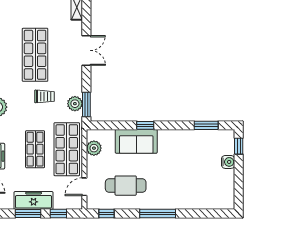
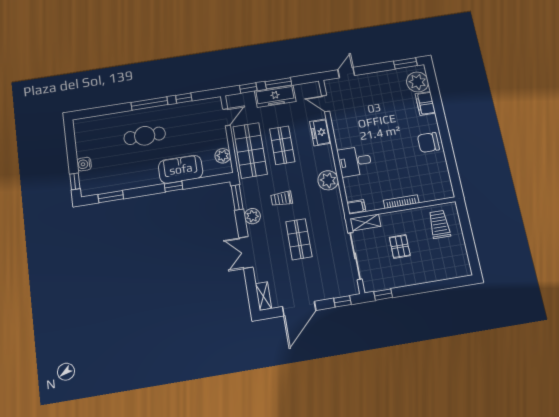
shop shelf: (35, 55) -> (299, 239), width x0.70, depth x0.74
plant: (75, 104) -> (252, 216), moved
cafe table: (126, 186) -> (145, 136), moved
window: (106, 214) -> (184, 98), moved

